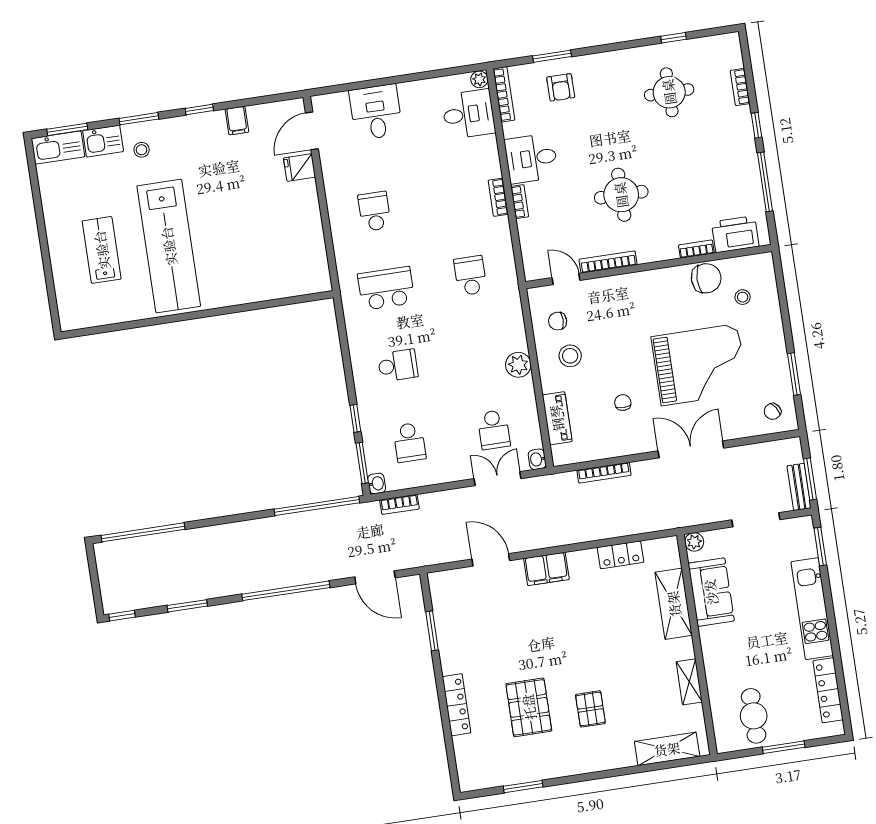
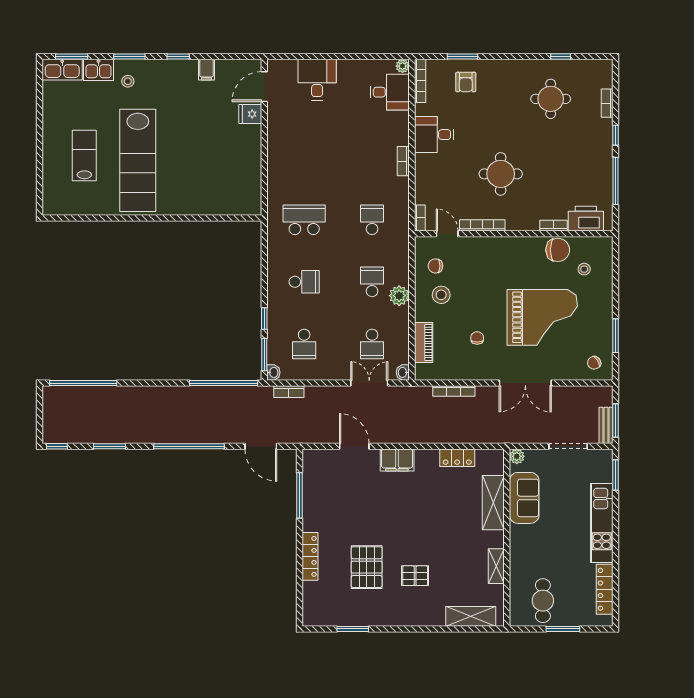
bookcase: (520, 202) -> (420, 218), moved
school desk: (375, 211) -> (372, 282), moved
double door: (691, 449) -> (525, 383), swing flipped
window: (432, 631) -> (299, 495), width x1.44
pallet: (590, 709) -> (415, 576), turned 90

